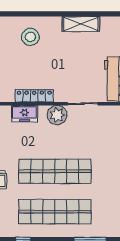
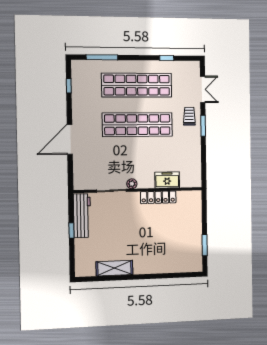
stool: (30, 37) -> (163, 254), removed
plant: (57, 115) -> (132, 184), width x0.53, depth x0.53

